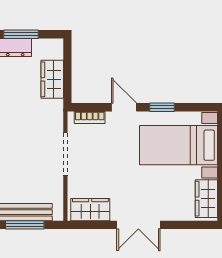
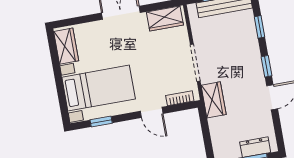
wardrobe: (52, 79) -> (214, 100), moved
window: (162, 107) -> (101, 121), moved

